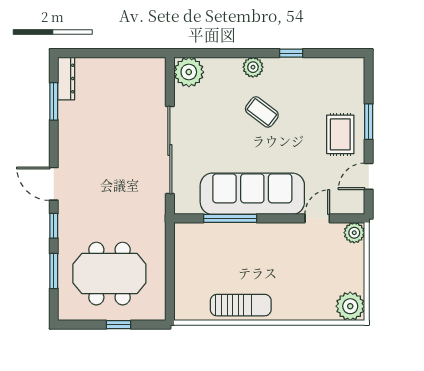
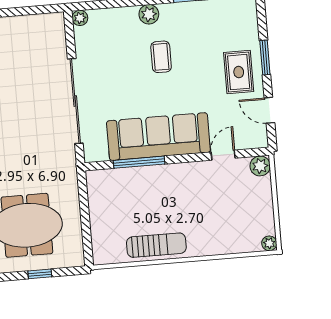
plant: (189, 72) -> (80, 18), width x0.53, depth x0.53
coffee table: (262, 112) -> (161, 57), turned 53
door: (369, 176) -> (269, 110), hinge flipped
plant: (350, 306) -> (269, 243), width x0.53, depth x0.53

